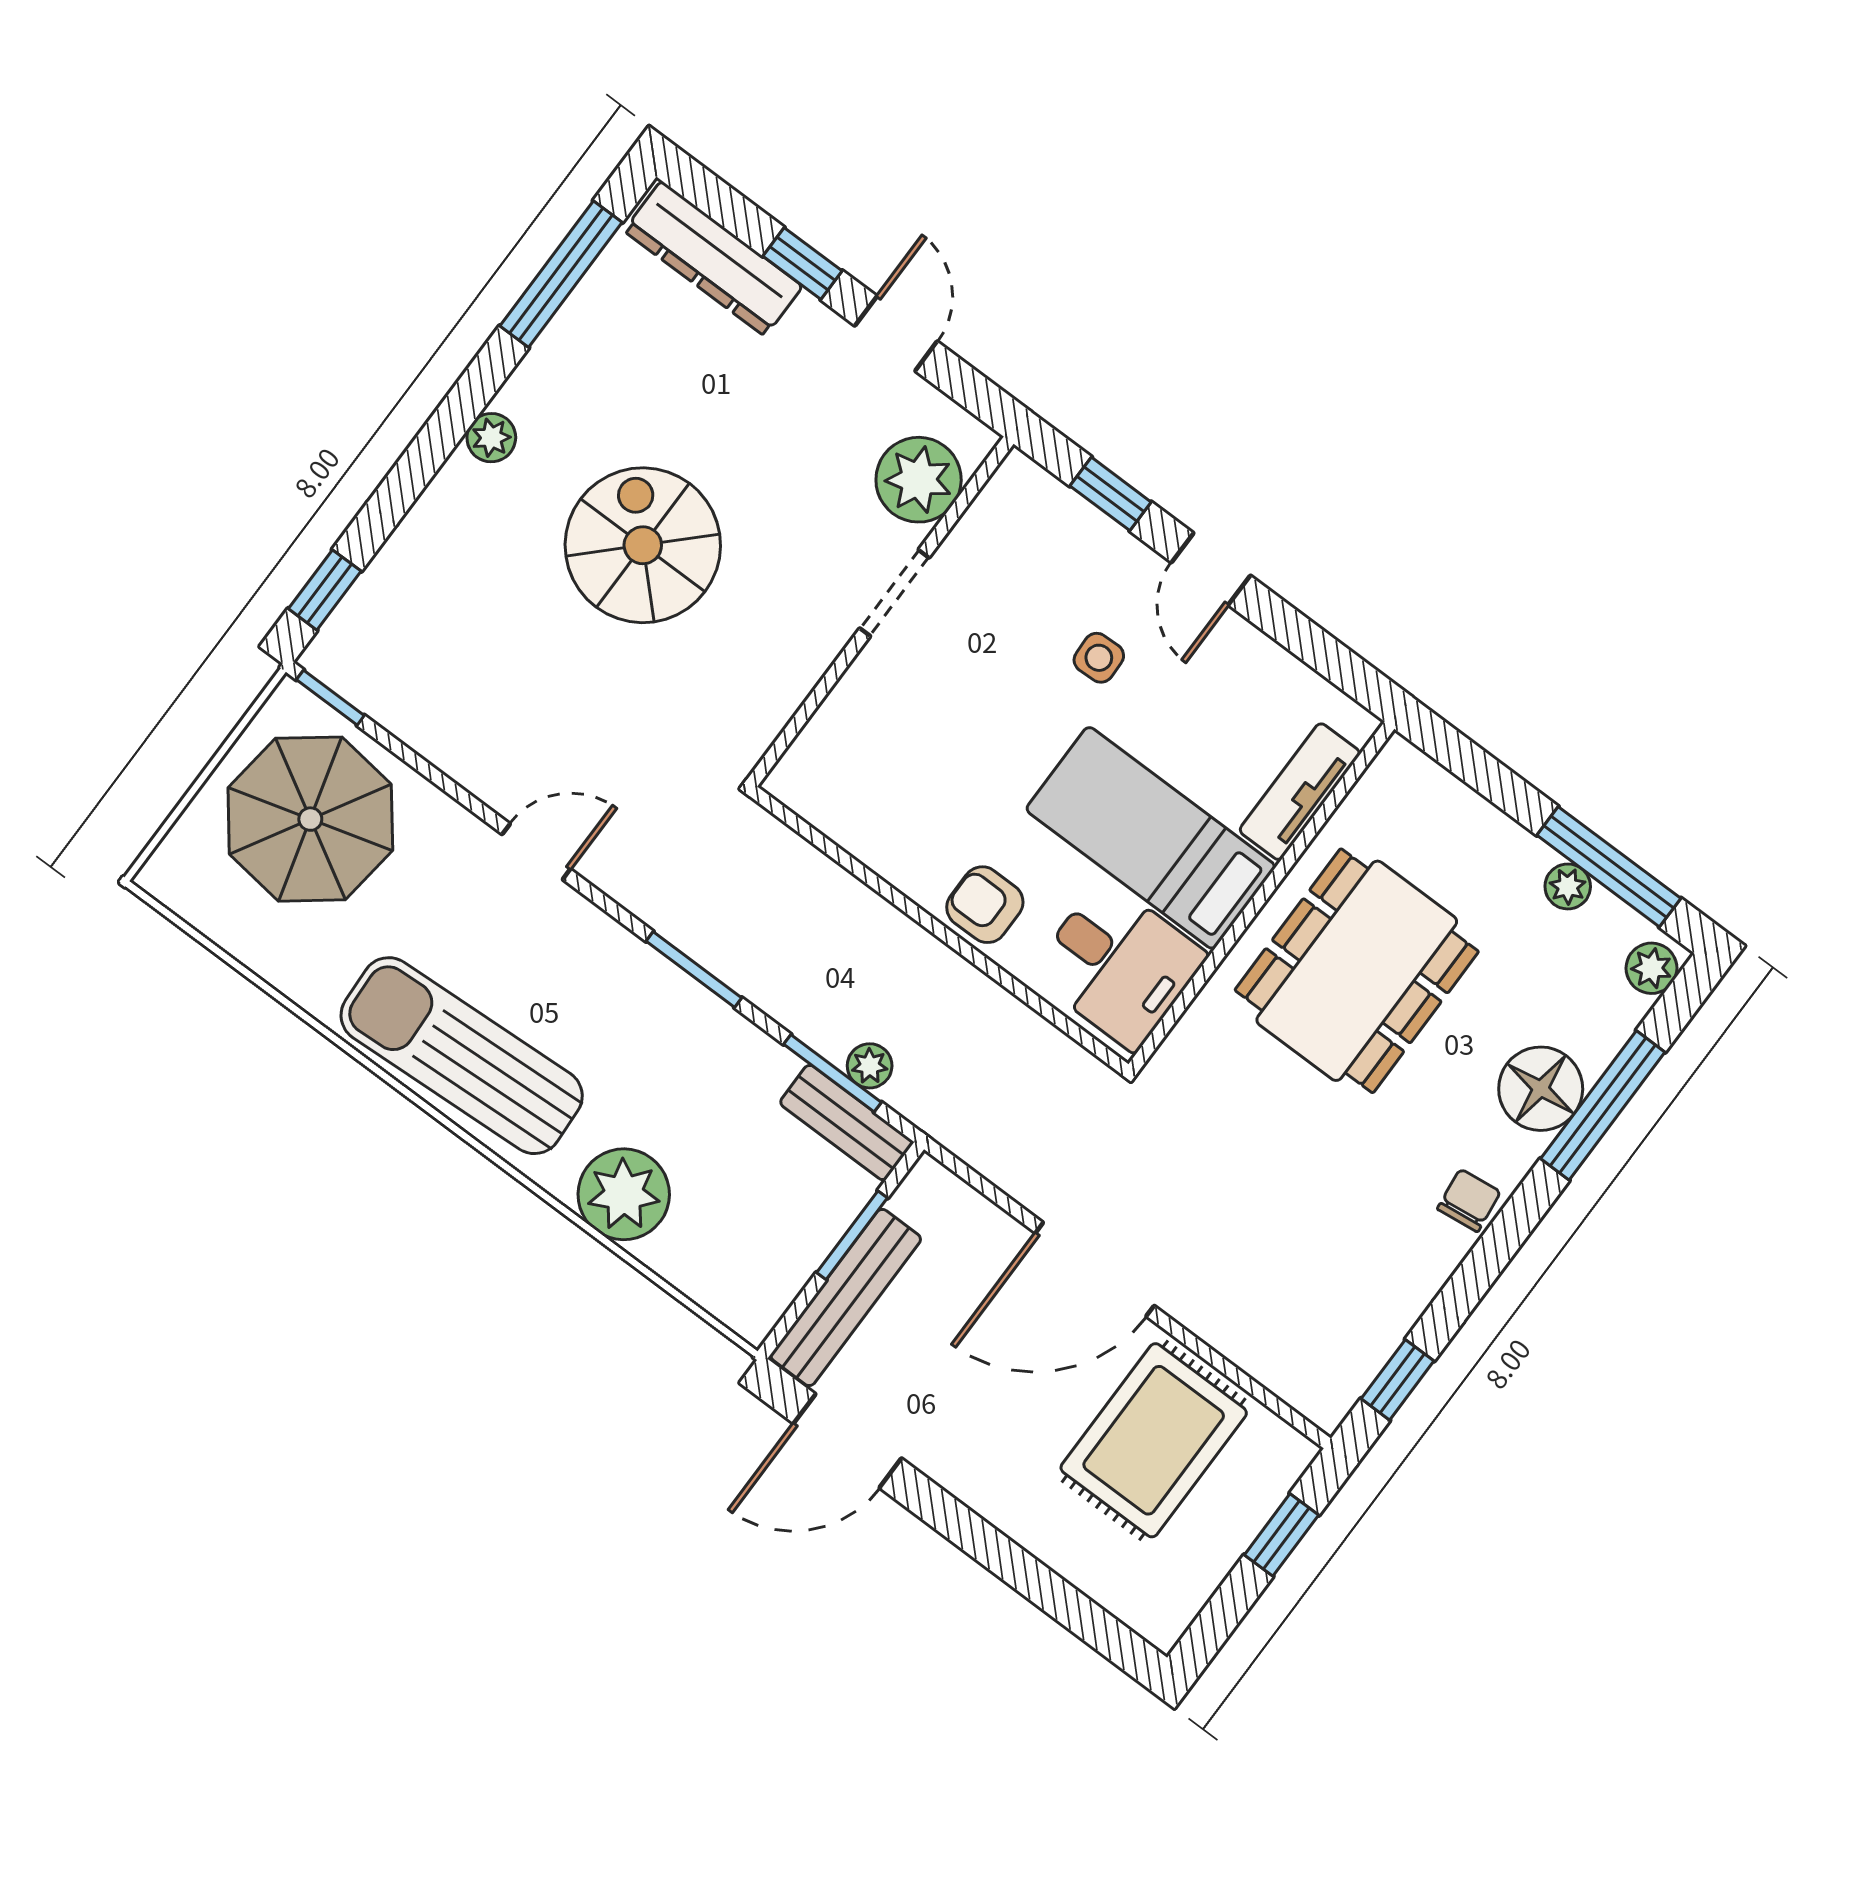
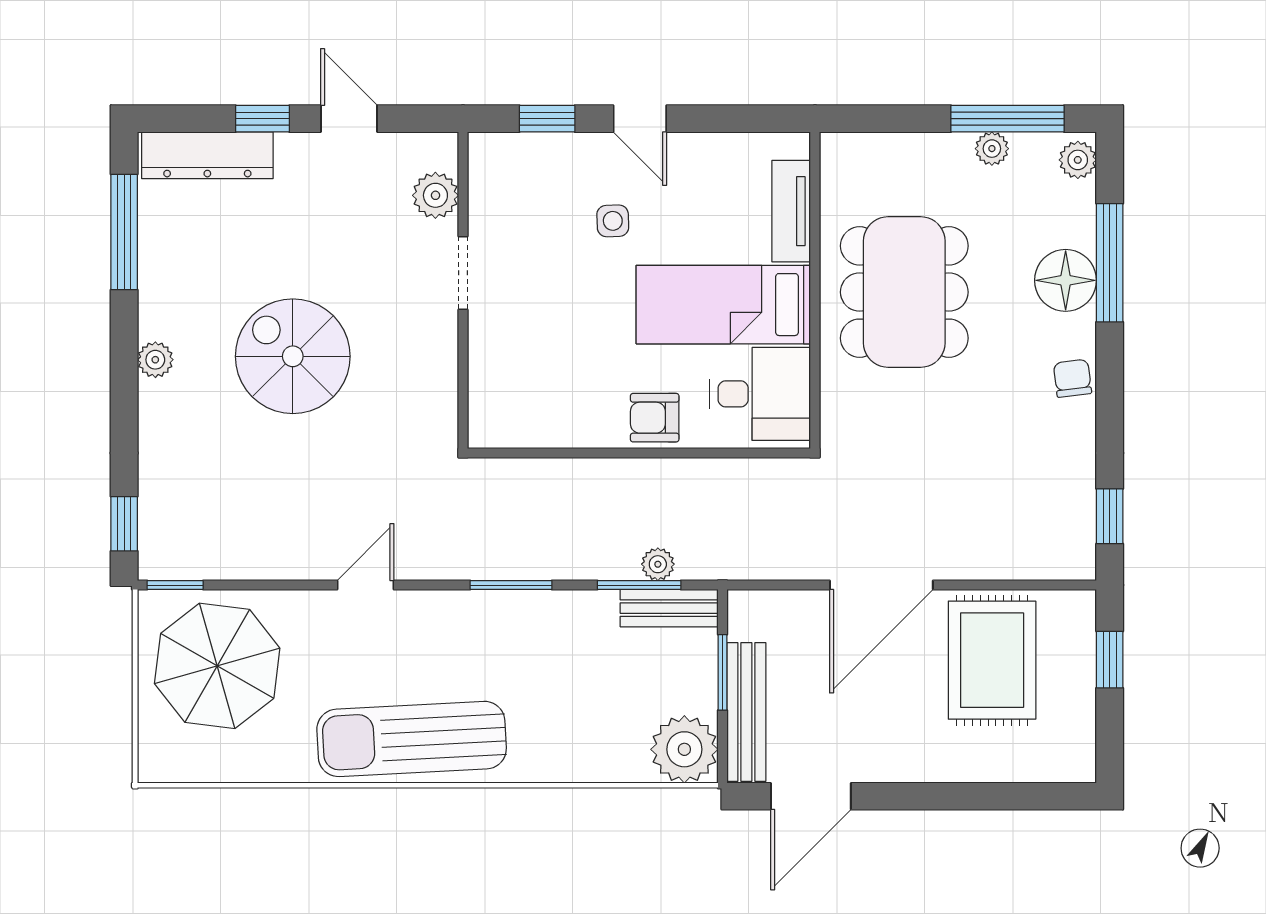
plant: (919, 480) -> (435, 195), width x0.73, depth x0.73
plant: (624, 1194) -> (684, 749), moved

